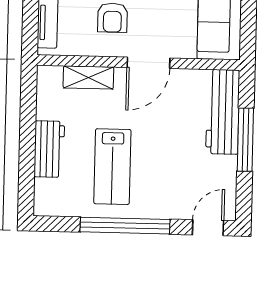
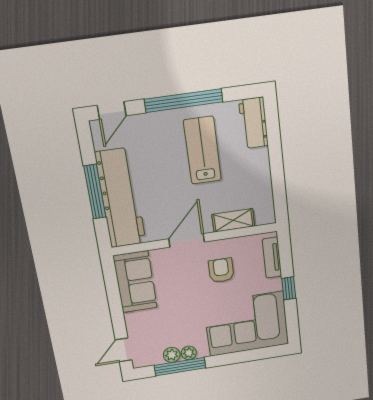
workbench: (223, 112) -> (121, 198), width x1.36, depth x1.32
workbench: (49, 149) -> (254, 123), moved

